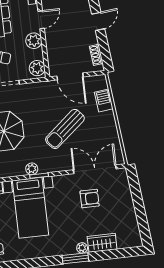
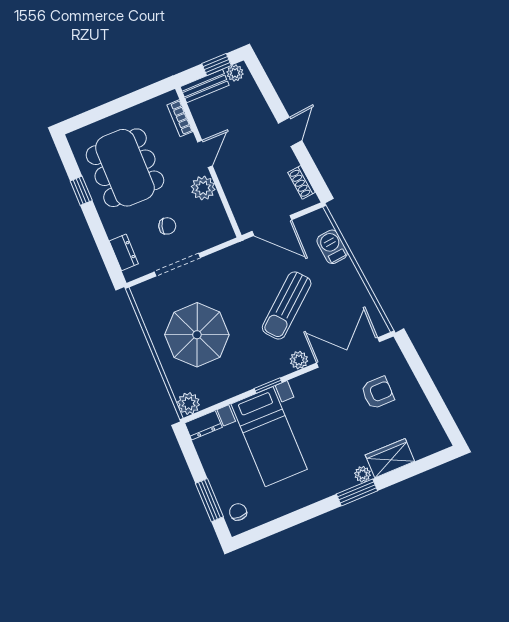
plant: (37, 68) -> (220, 227), removed
plant: (32, 169) -> (299, 360), moved
armchair: (90, 199) -> (378, 393), moved

